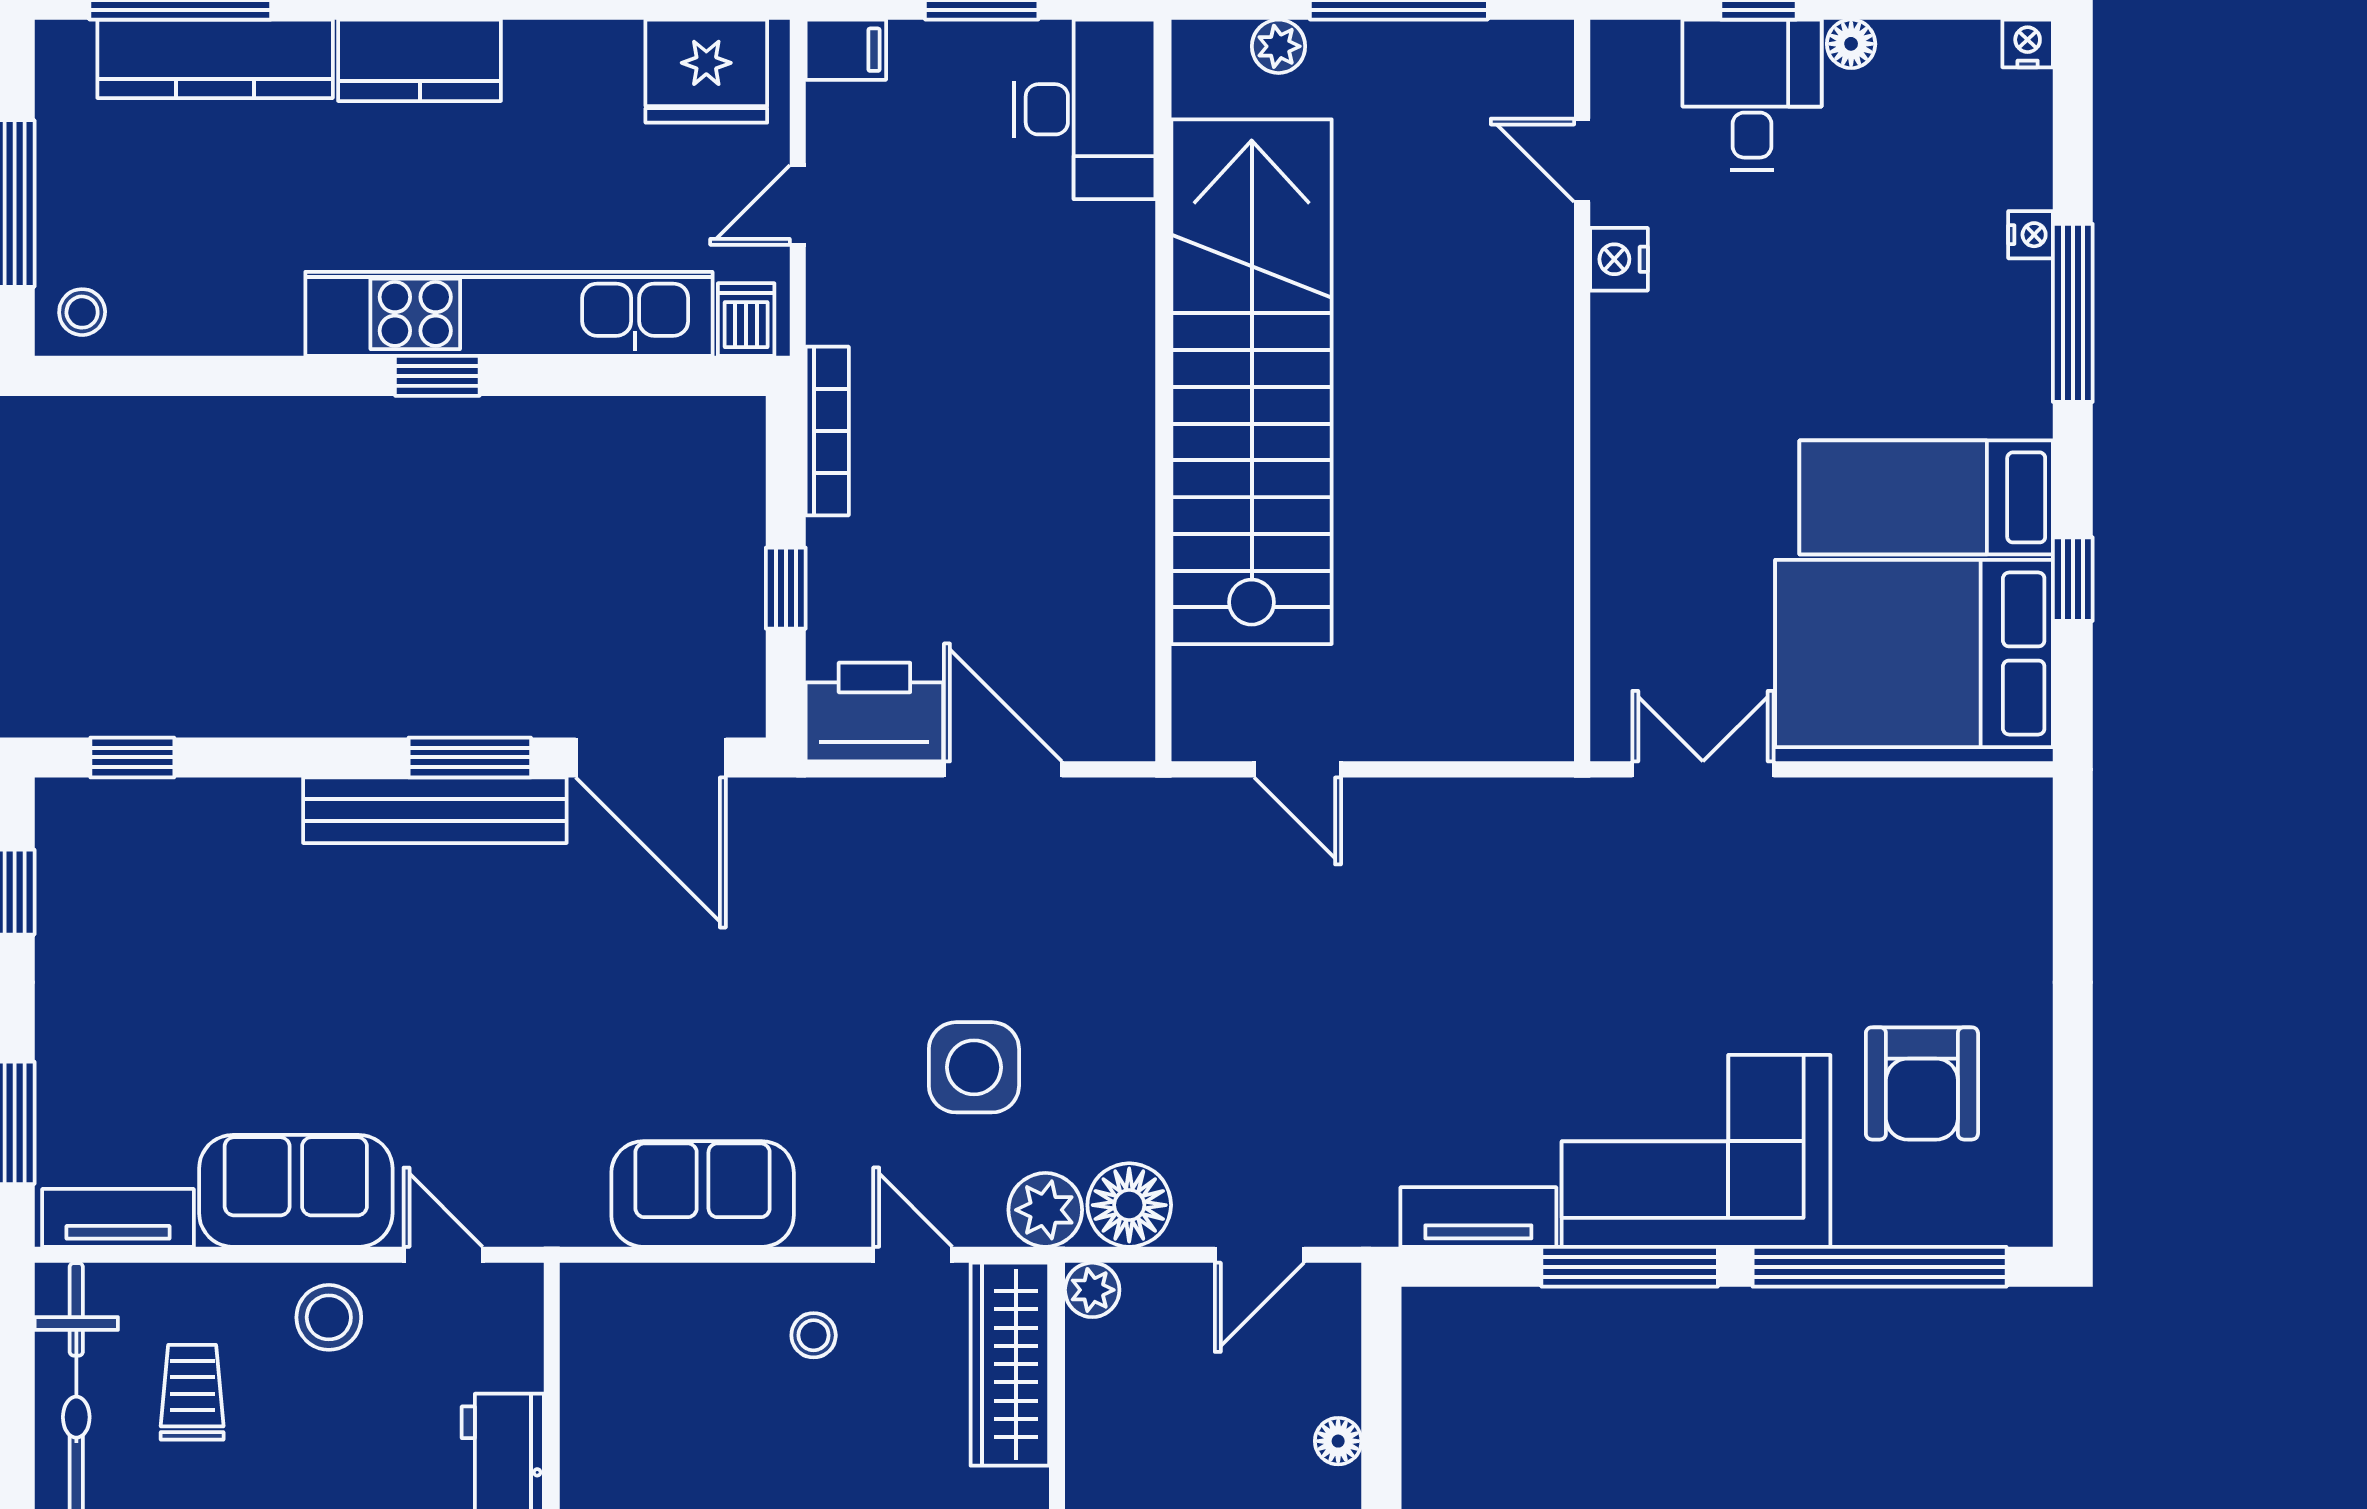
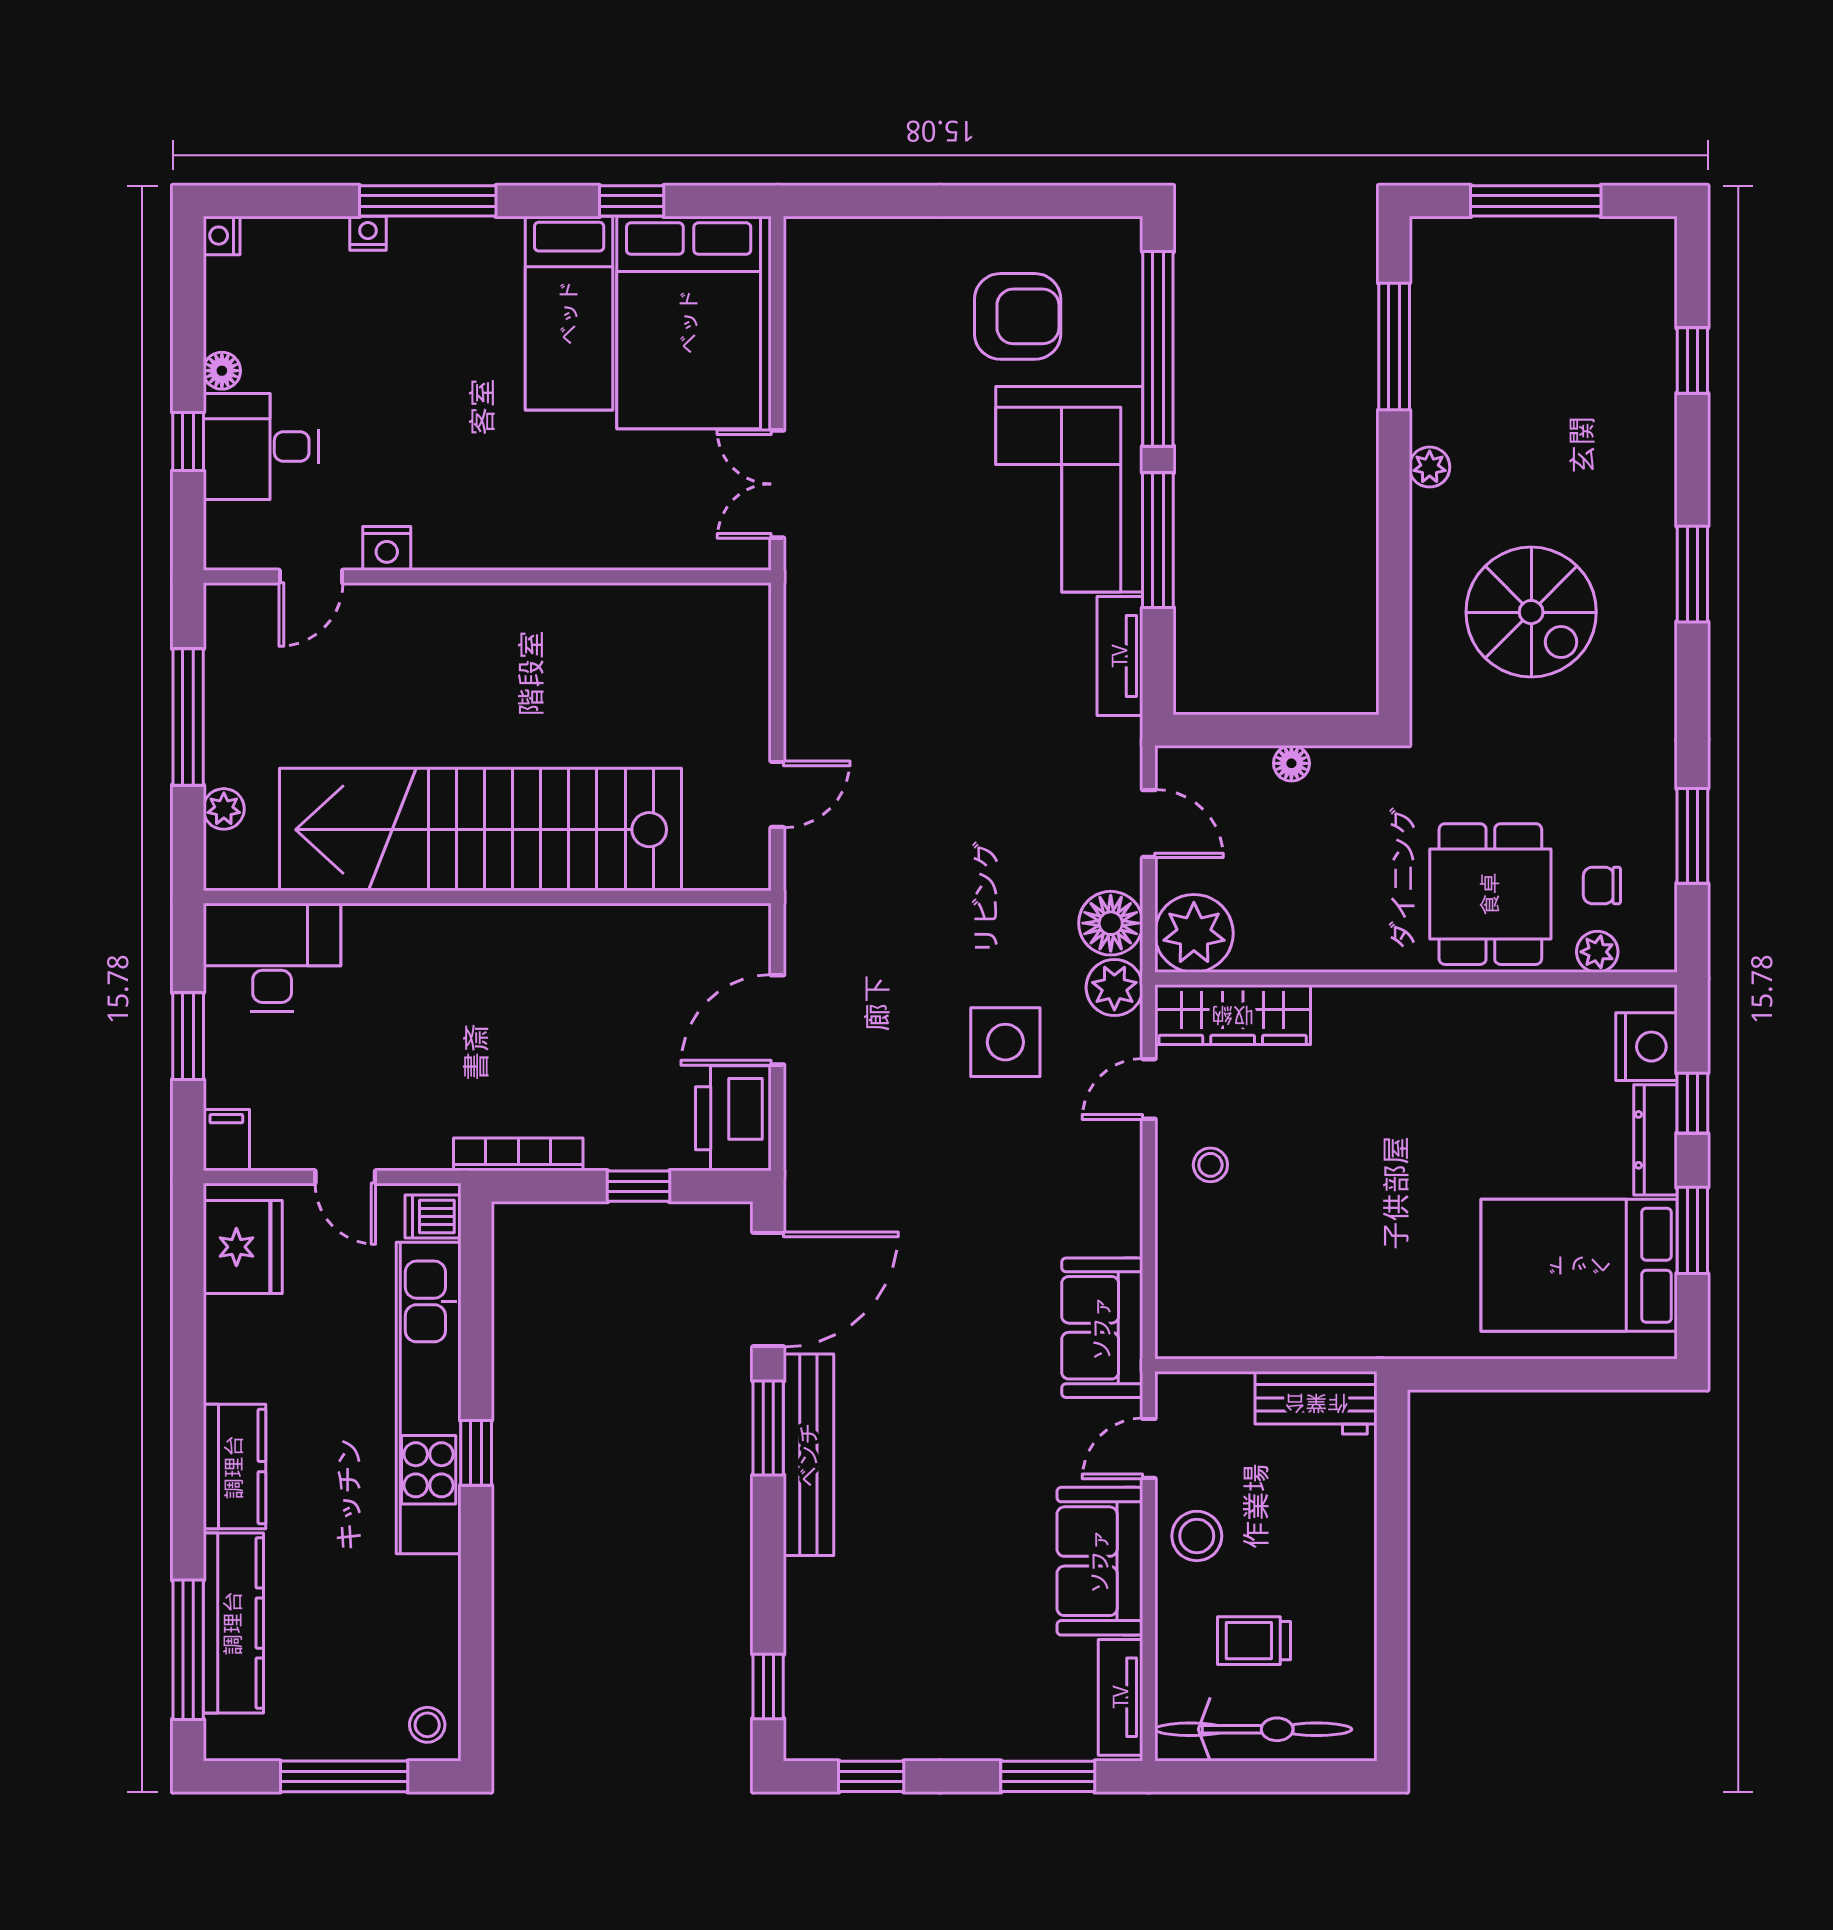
sofa: (703, 1194) -> (1102, 1328), moved
plant: (1092, 1290) -> (1194, 933), width x1.87, depth x1.87

